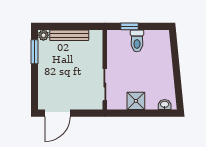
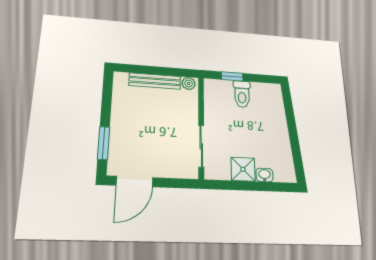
plant: (43, 35) -> (189, 83), moved
window: (35, 52) -> (104, 143), moved
washbasin: (165, 105) -> (264, 175), moved

